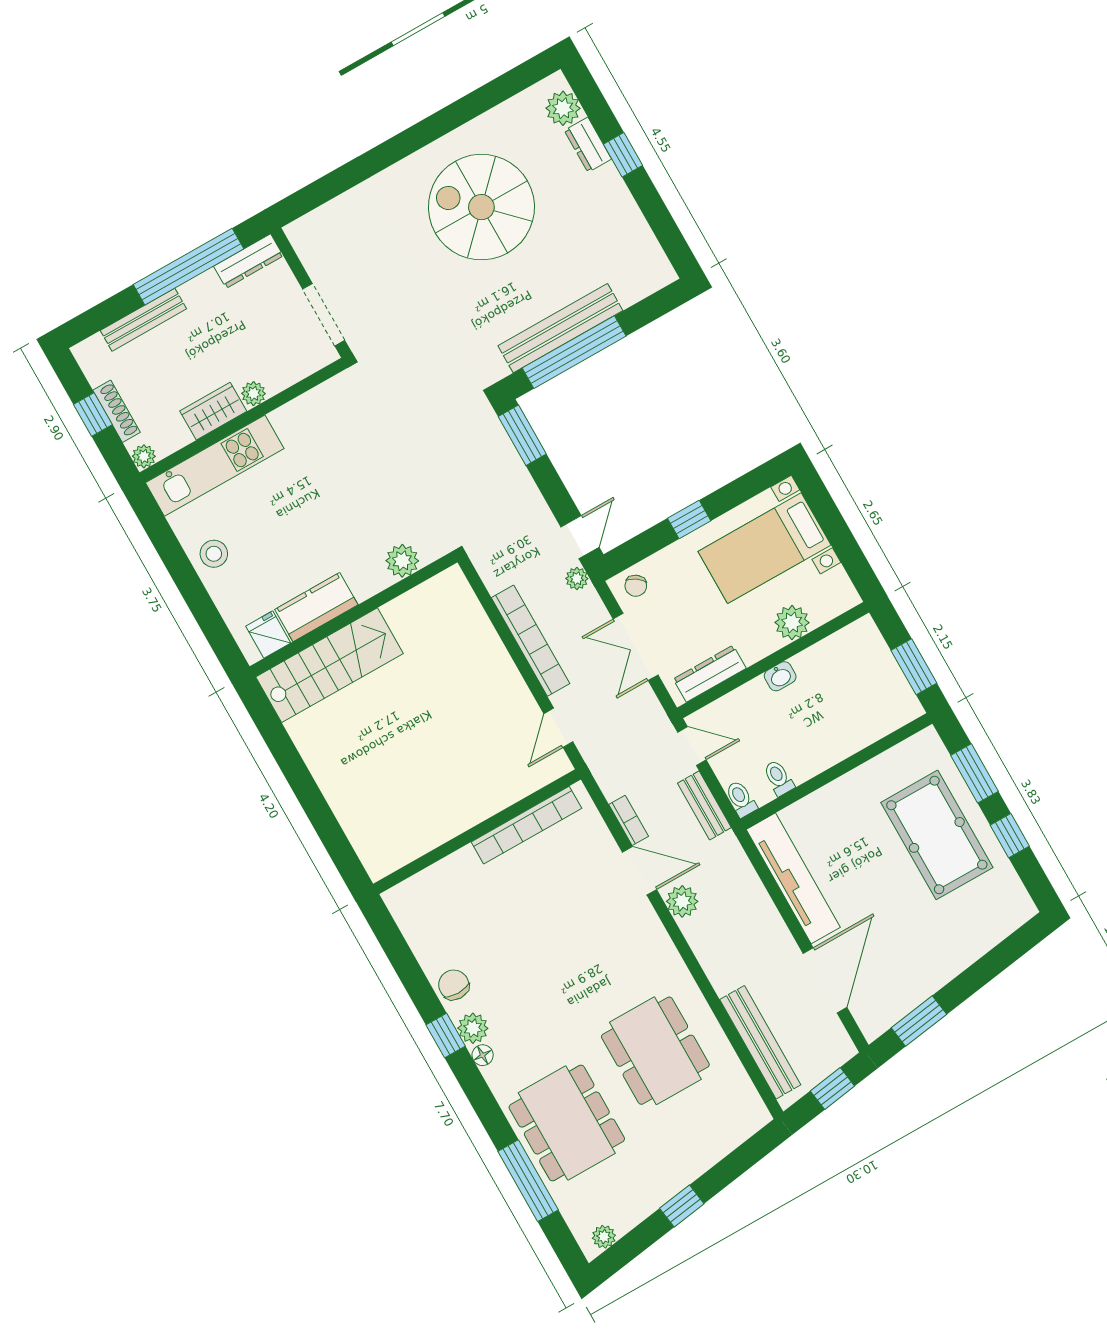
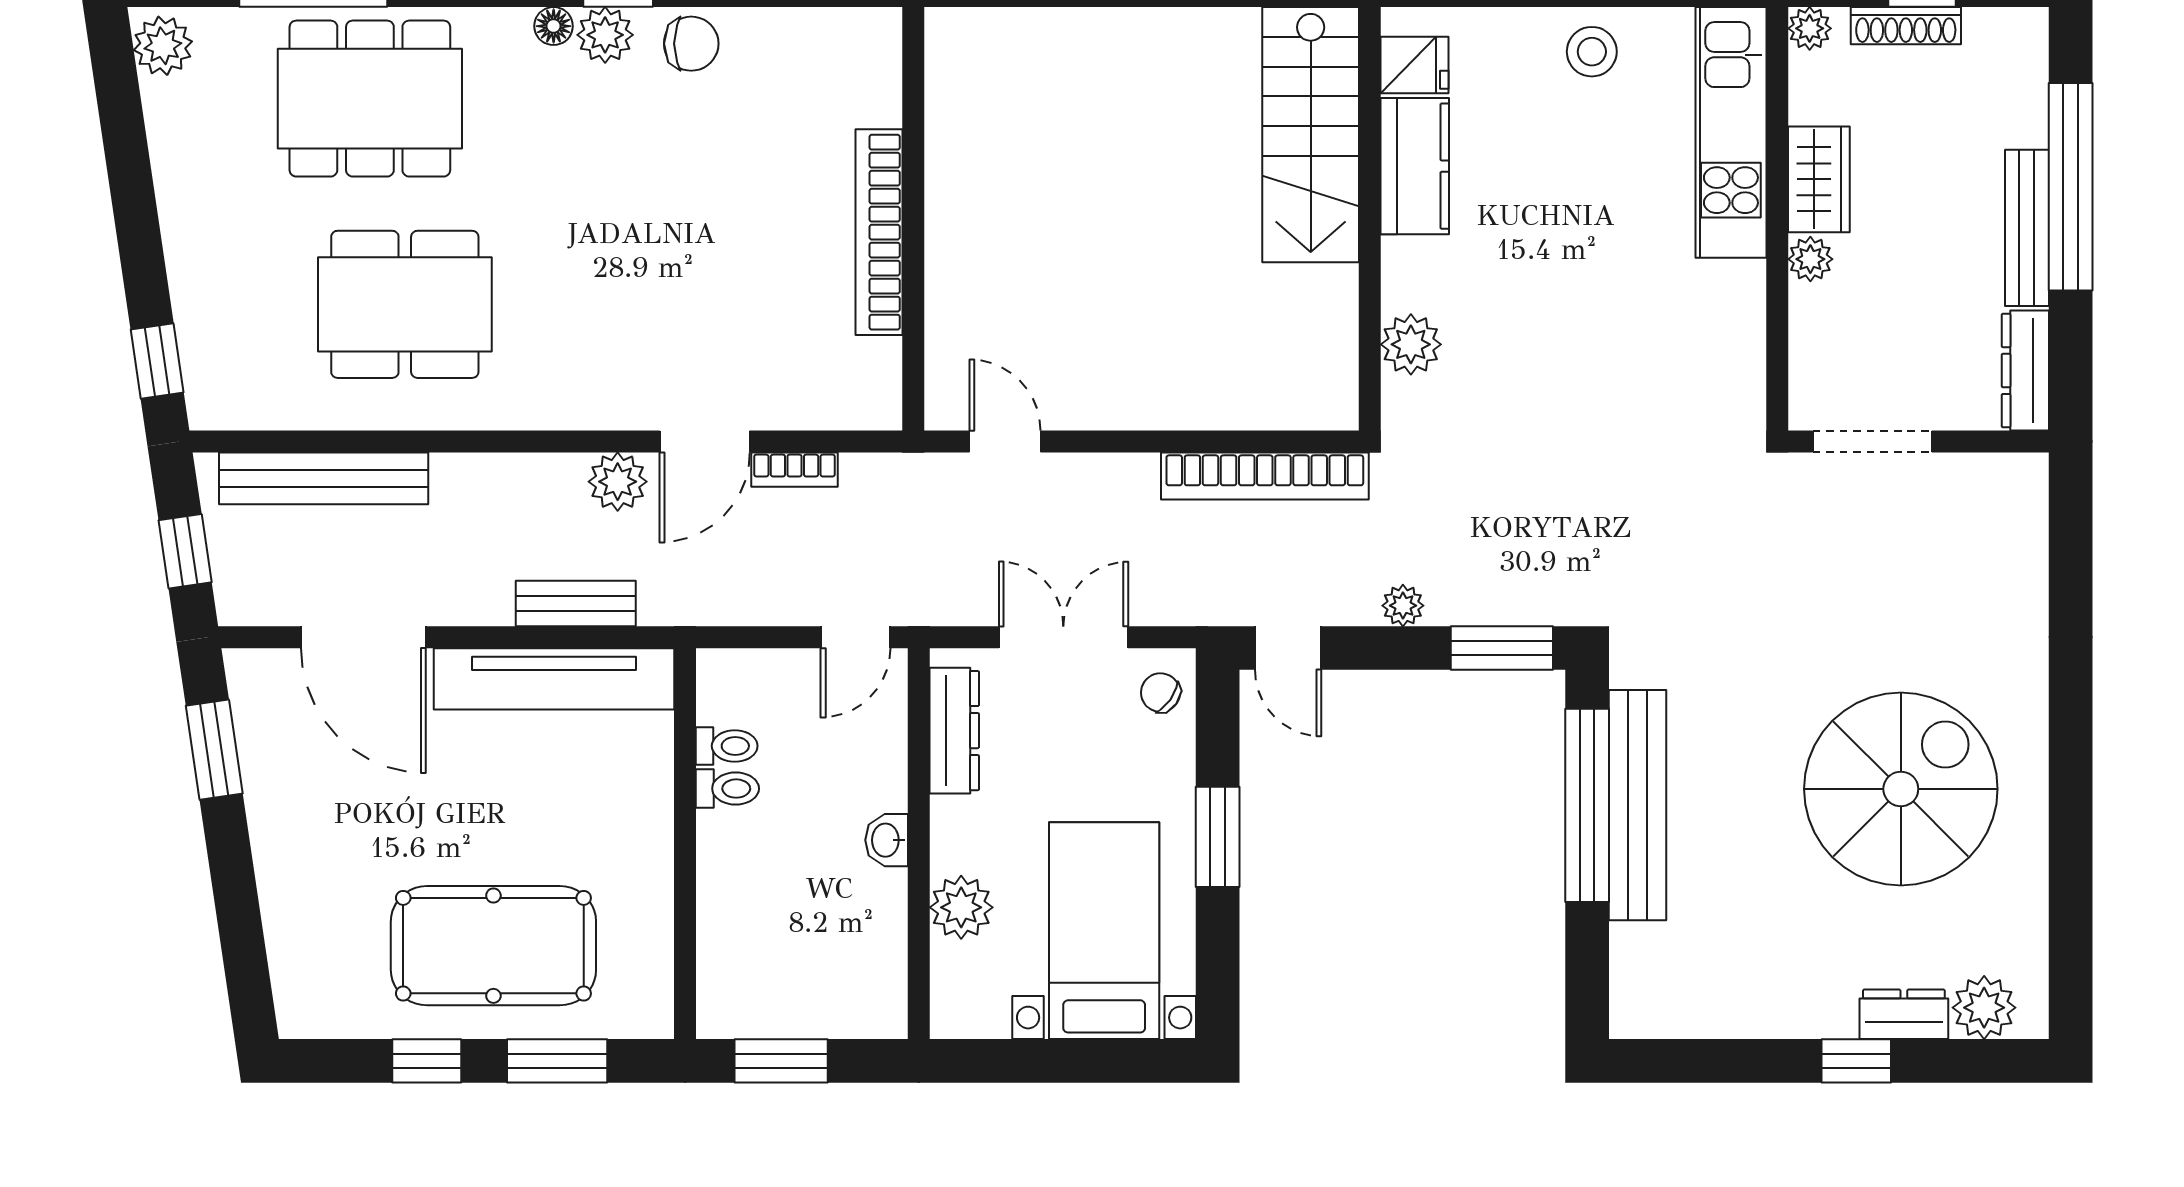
window: (188, 267) -> (2071, 187), moved
bench: (143, 320) -> (2027, 228), moved
window: (689, 520) -> (1218, 837), width x1.50
plant: (577, 579) -> (1403, 606), moved
bookcase: (531, 641) -> (1265, 476), moved
toilet: (741, 799) -> (727, 789), moved
bench: (704, 805) -> (576, 603), moved
bookcase: (526, 825) -> (879, 232), moved
window: (682, 1206) -> (157, 361), moved
plant: (604, 1237) -> (163, 46), width x1.38, depth x1.38

